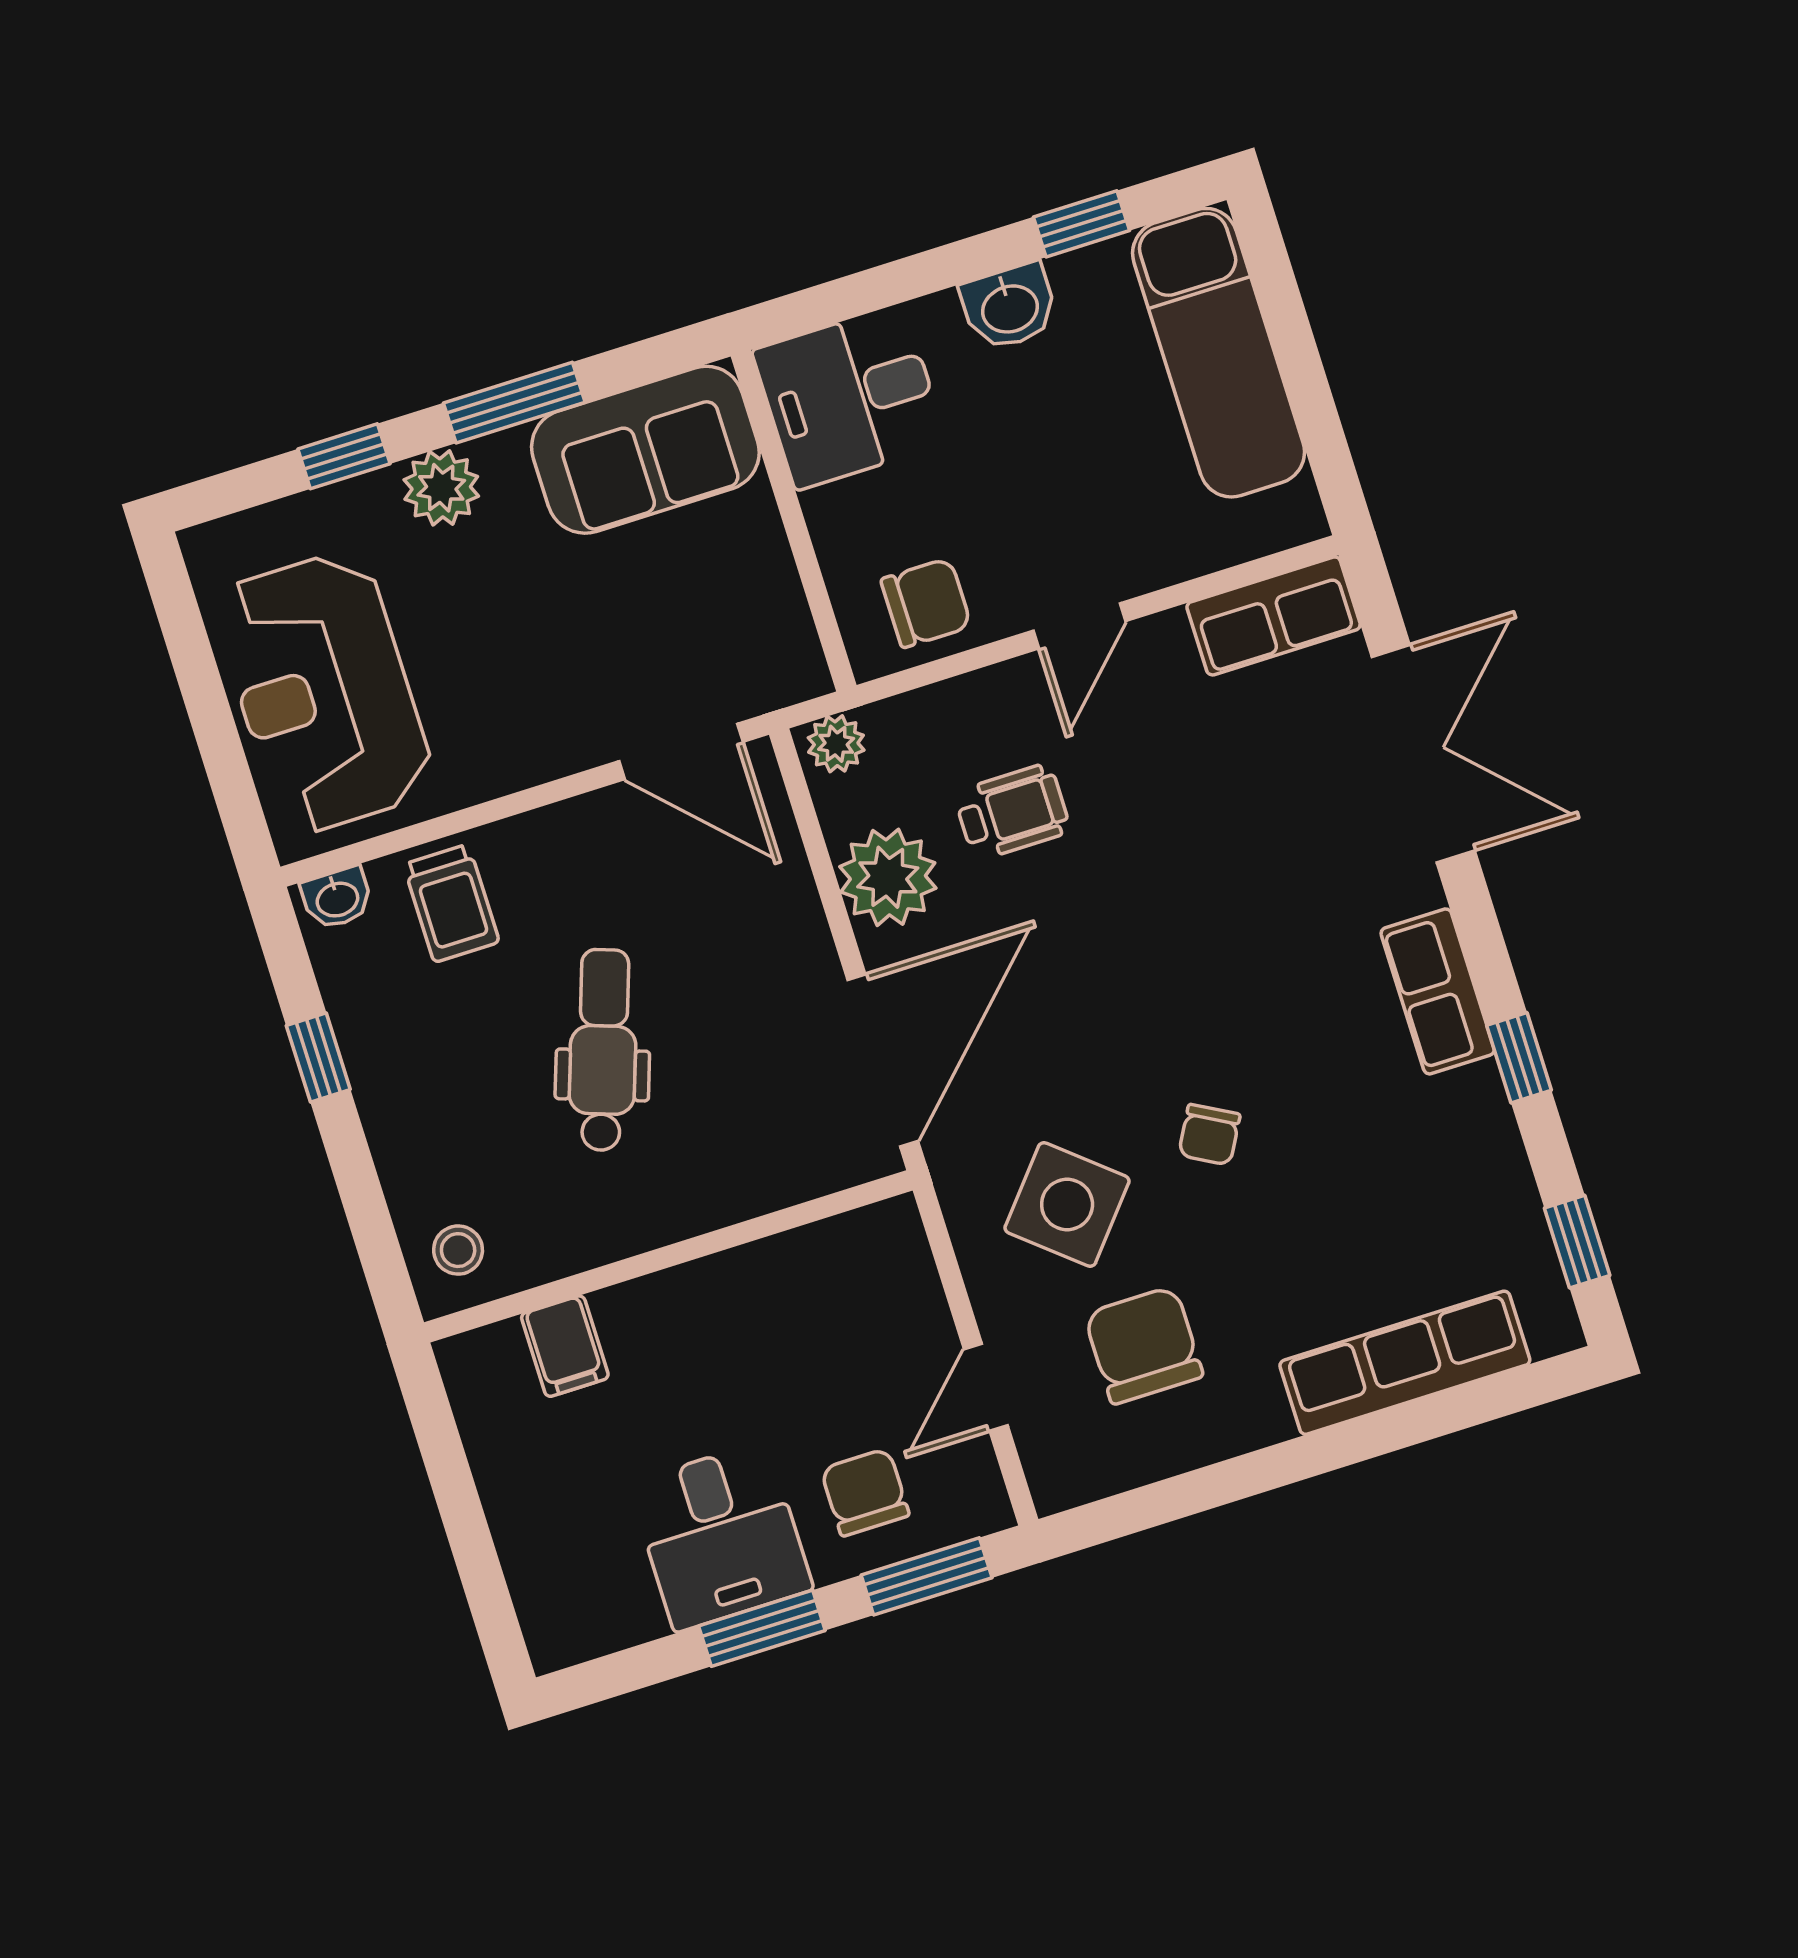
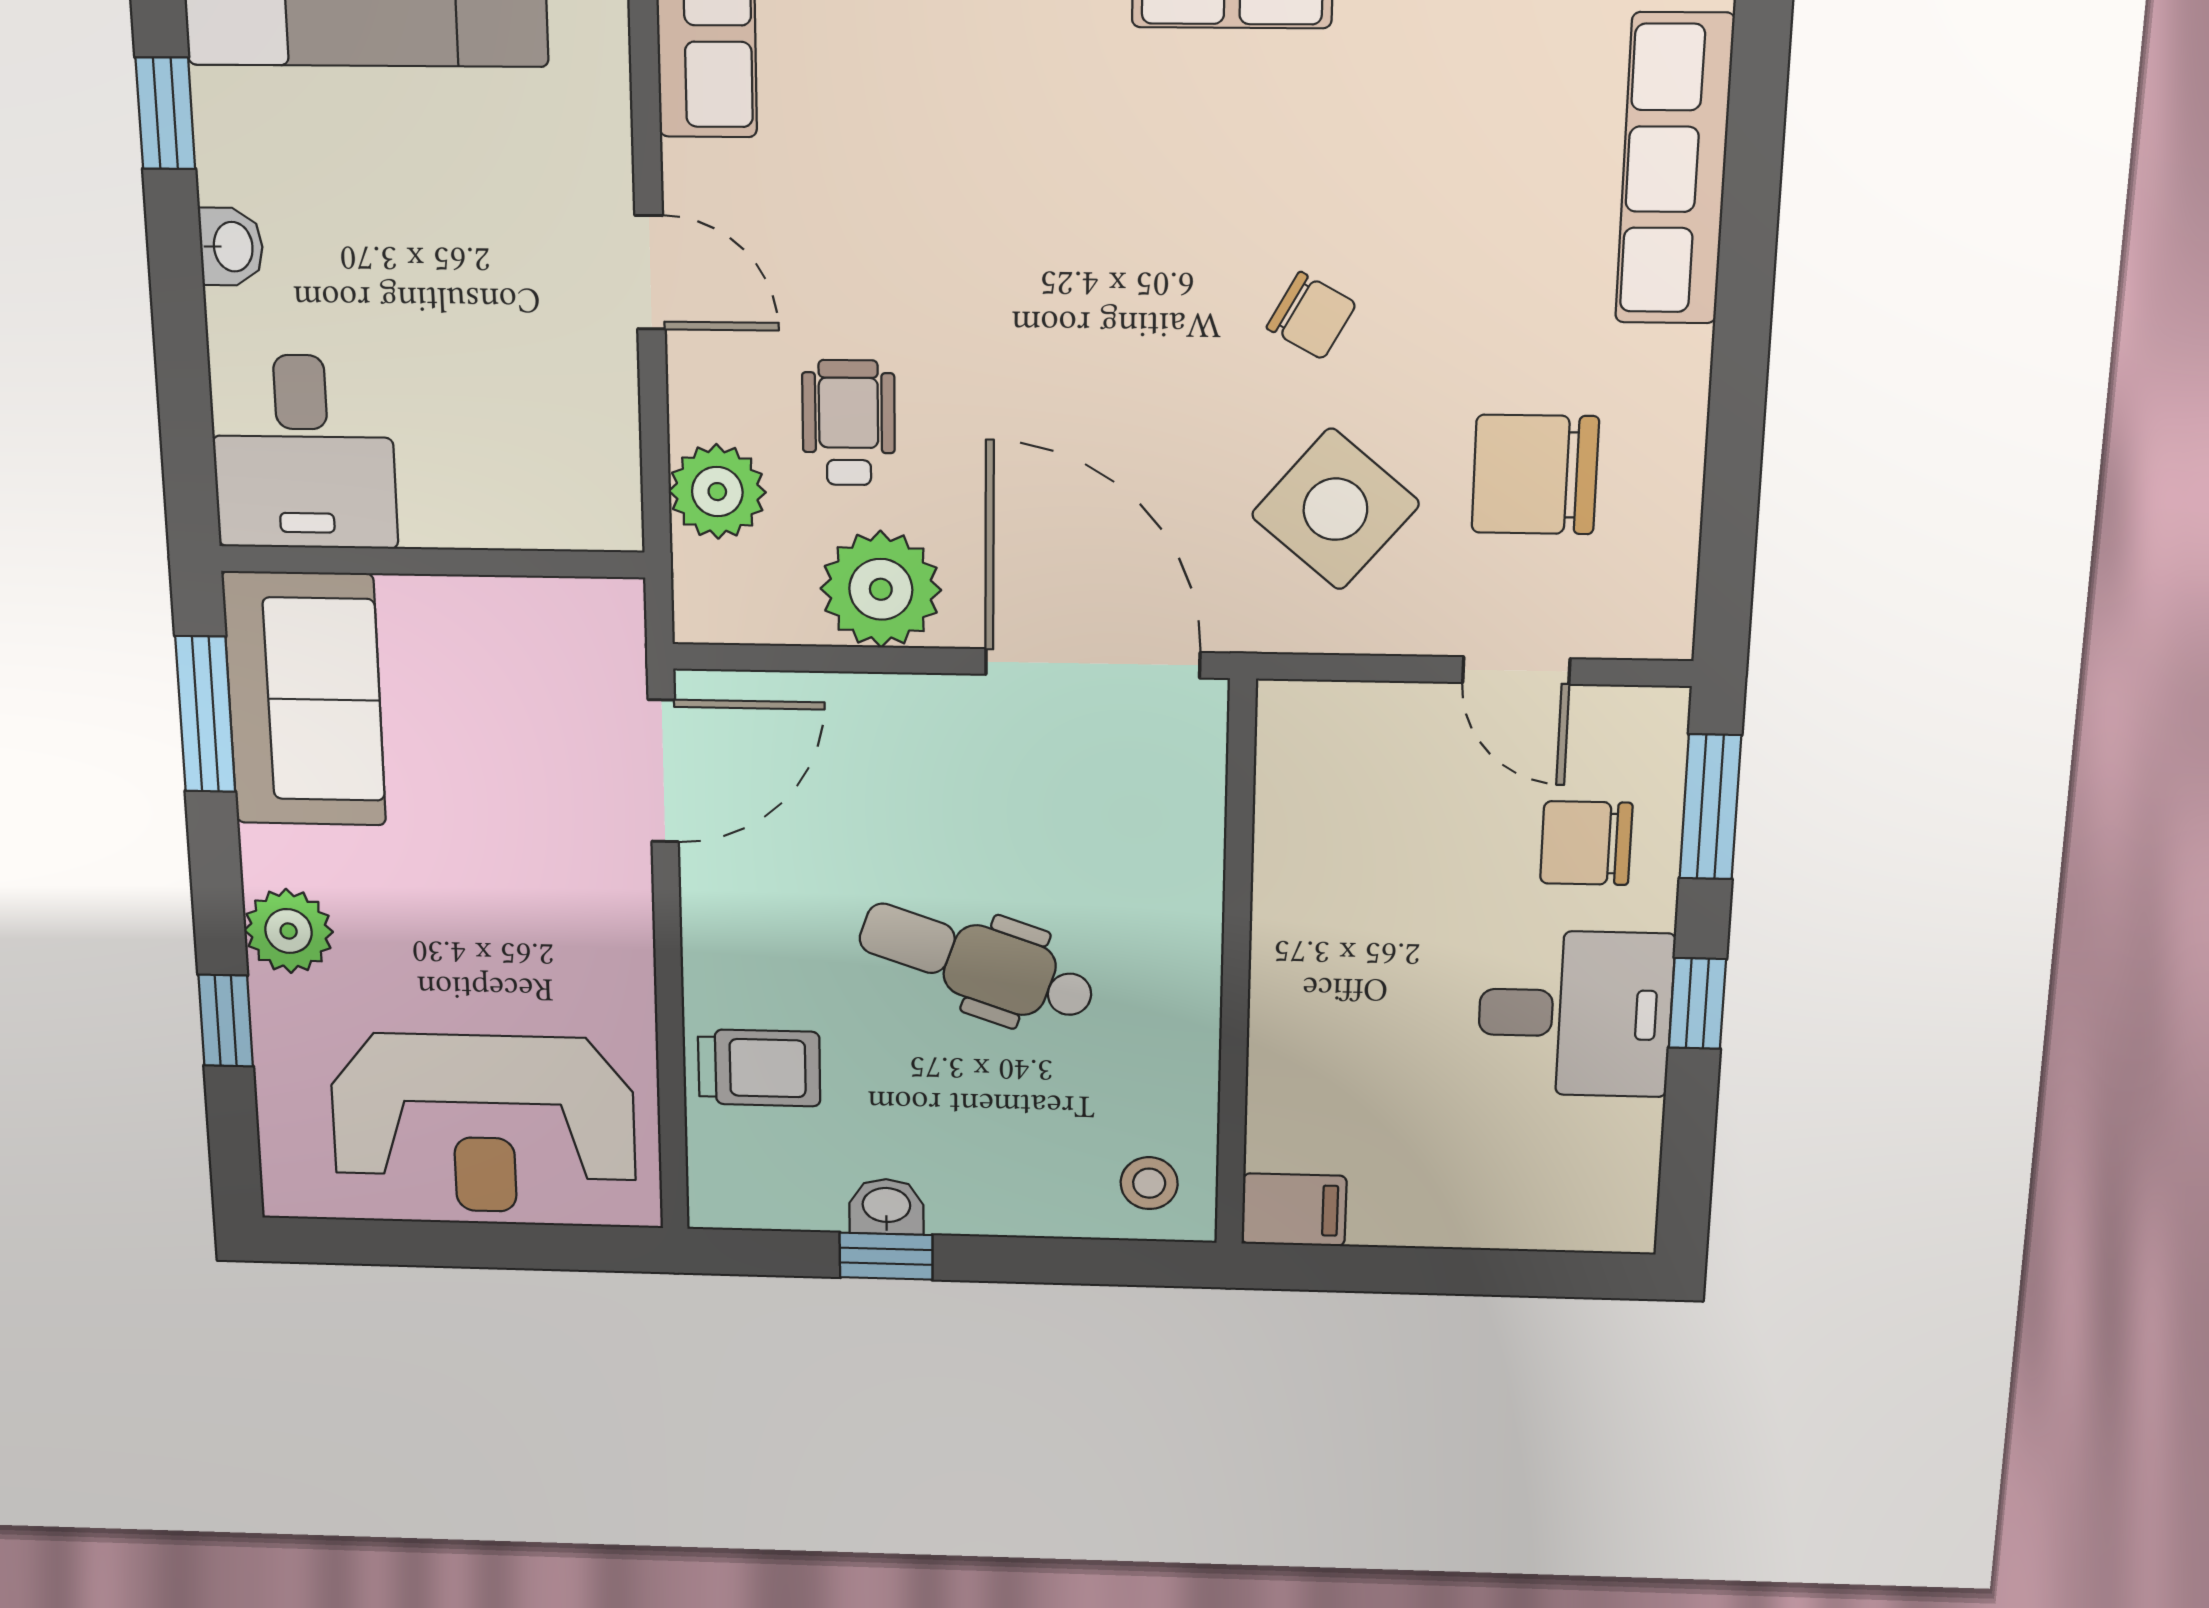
washbasin: (1009, 307) -> (231, 247), width x0.72, depth x0.69
window: (514, 403) -> (205, 714), moved
chair: (926, 603) -> (571, 442), removed
plant: (836, 744) -> (717, 492), moved, width x1.38, depth x1.38
washbasin: (337, 898) -> (886, 1207), moved, turned -90
filing cabinet: (565, 1346) -> (1294, 1210), moved
window: (762, 1628) -> (1697, 1003), width x0.67

